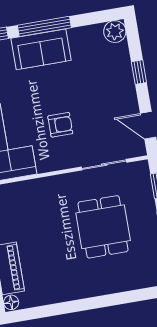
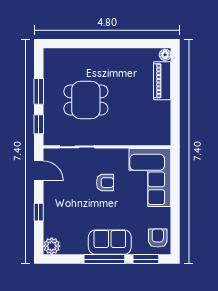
armchair: (60, 125) -> (105, 183), turned 180
dining table: (103, 227) -> (86, 100), turned 90

